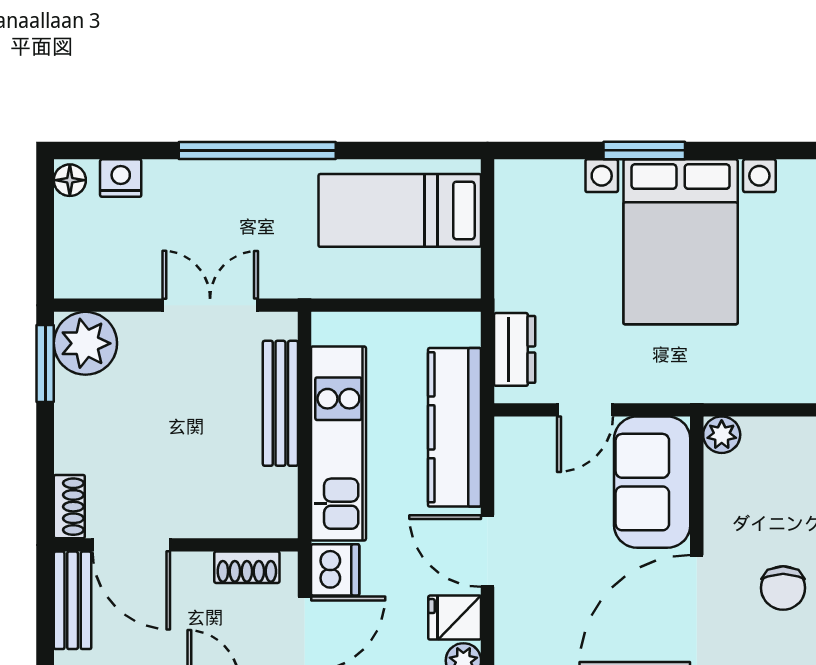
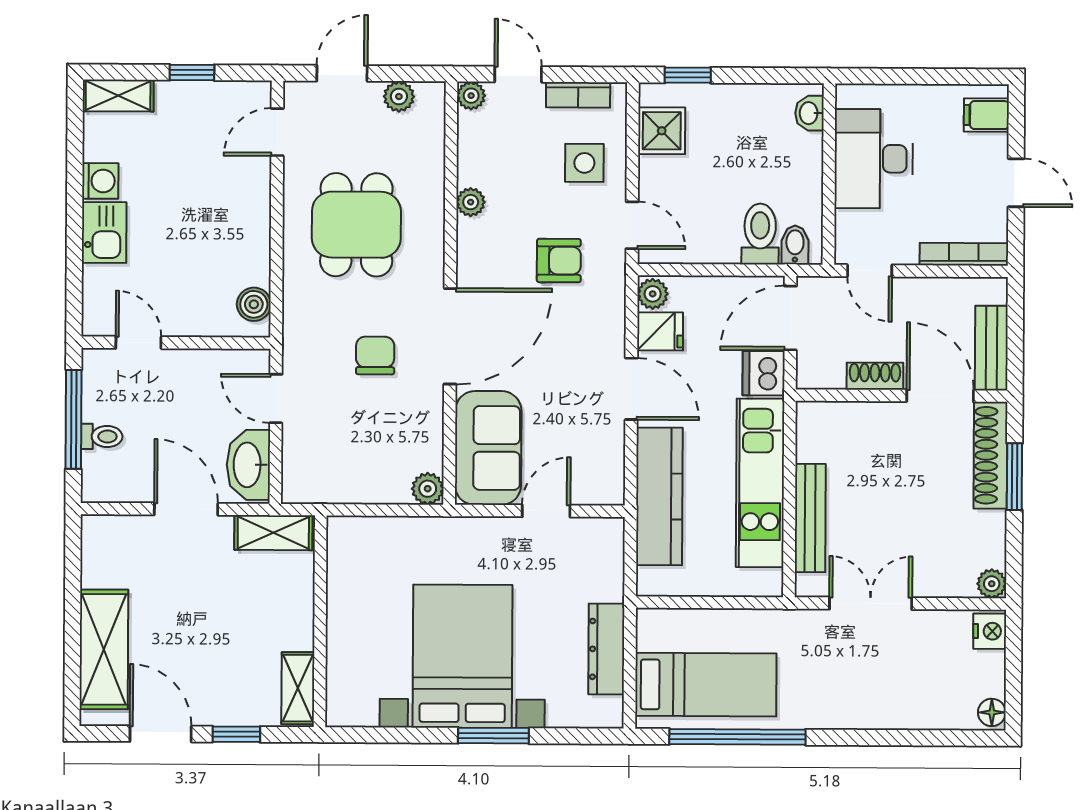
window: (257, 150) -> (737, 737), moved
nightstand: (121, 178) -> (990, 631), moved, turned -90
double door: (210, 305) -> (871, 603), swing flipped
plant: (85, 343) -> (992, 584), width x0.53, depth x0.53
dresser: (515, 349) -> (606, 649), moved, width x1.44
window: (45, 364) -> (1014, 477), moved
shoe rack: (69, 507) -> (990, 455), width x1.94, depth x1.24
shoe rack: (247, 567) -> (875, 376), moved

